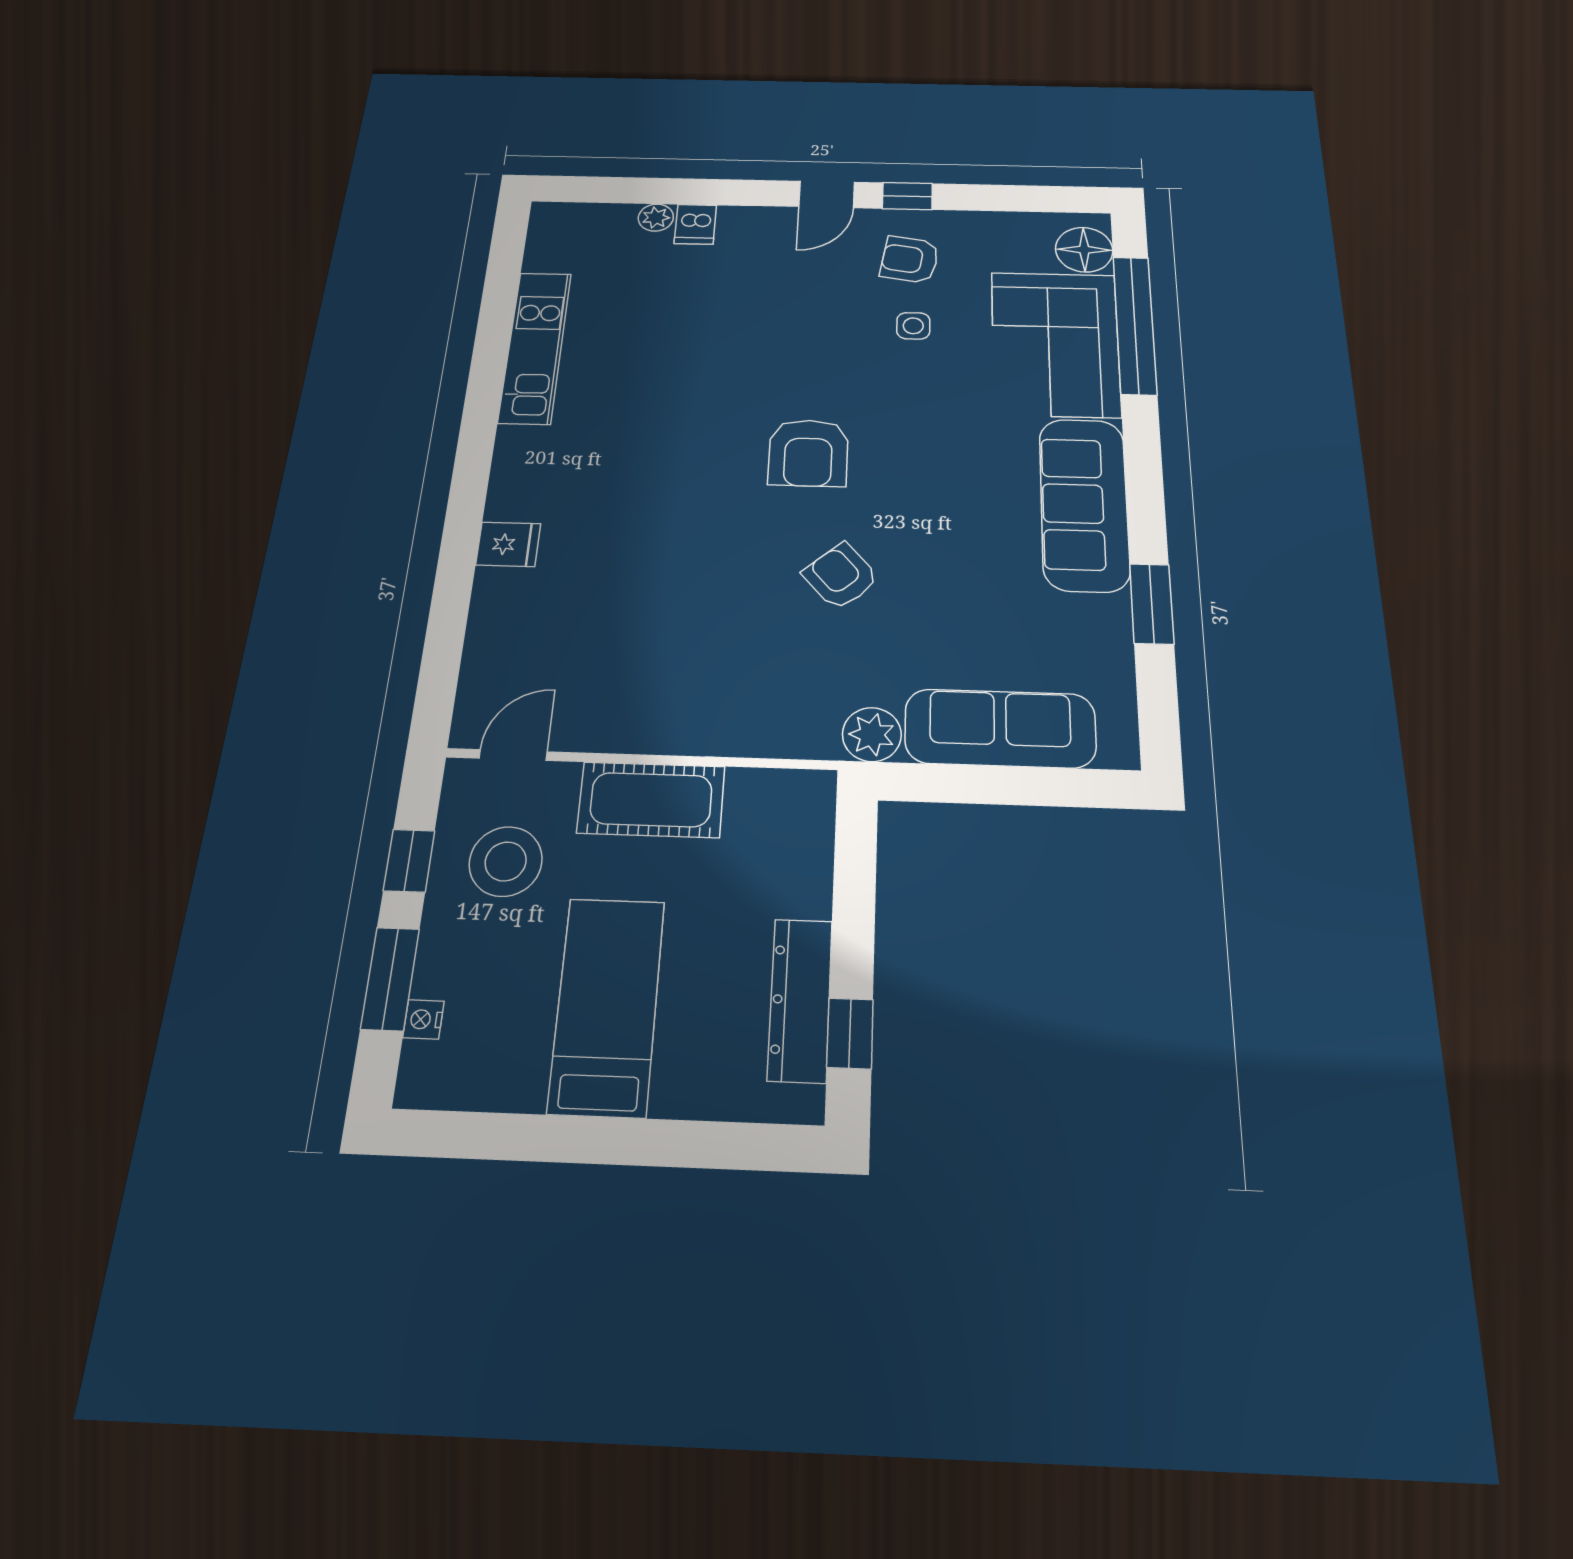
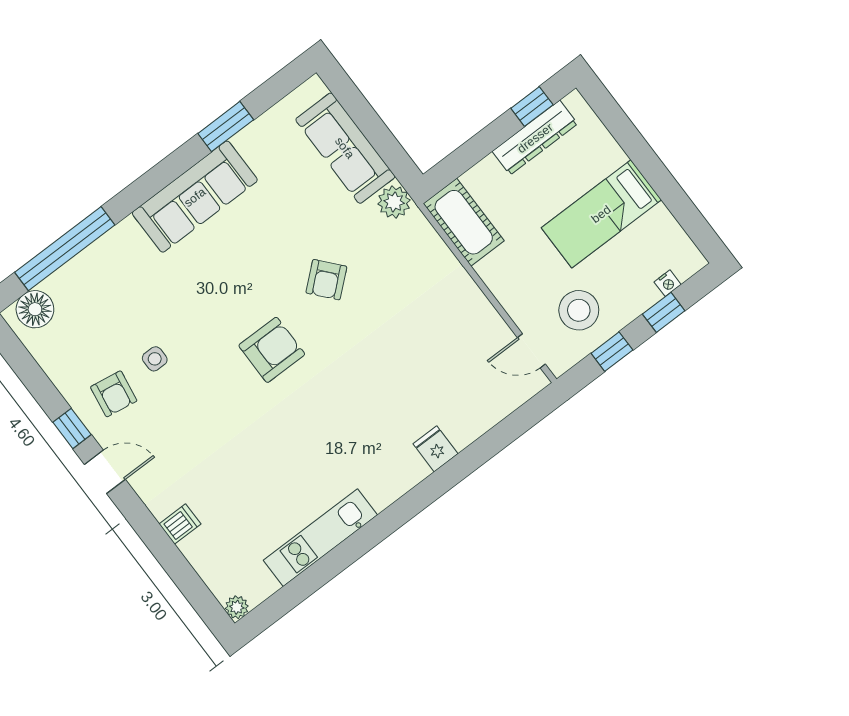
plant: (656, 218) -> (237, 607), moved
corner sofa: (1055, 344) -> (109, 280), removed
cot: (651, 800) -> (464, 222), moved
window: (390, 979) -> (664, 312), width x0.67

